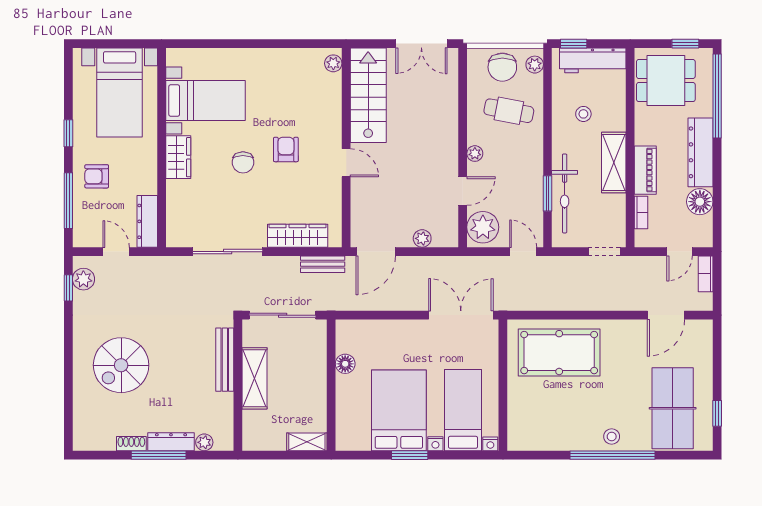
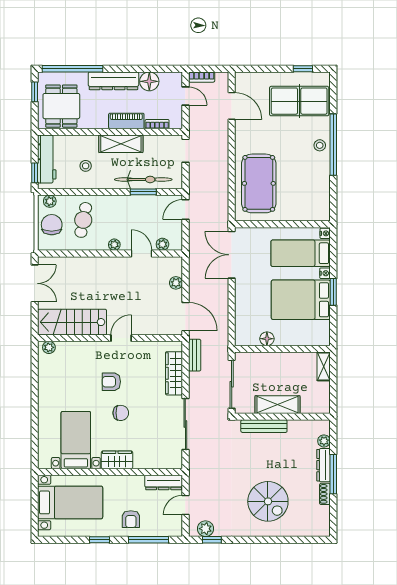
chair: (502, 67) -> (52, 225), turned -90
plant: (483, 227) -> (162, 244), width x0.53, depth x0.53

